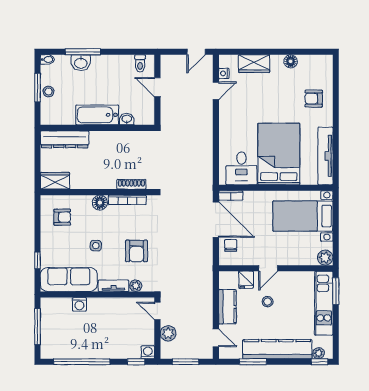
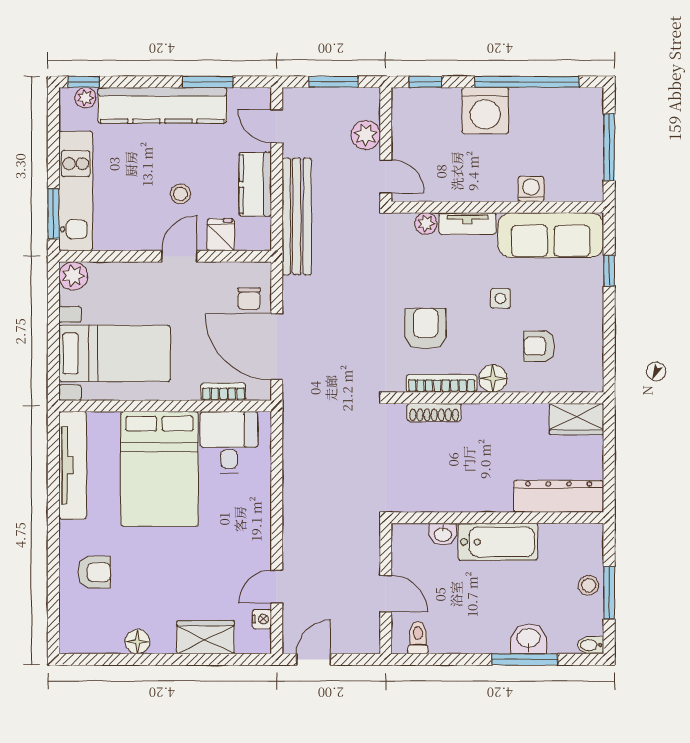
bookcase: (231, 196) -> (223, 392), moved
armchair: (62, 217) -> (539, 346), moved
armchair: (137, 251) -> (426, 329), moved
bench: (205, 290) -> (297, 216), added
washing machine: (148, 352) -> (485, 111), moved, width x1.89, depth x1.89

